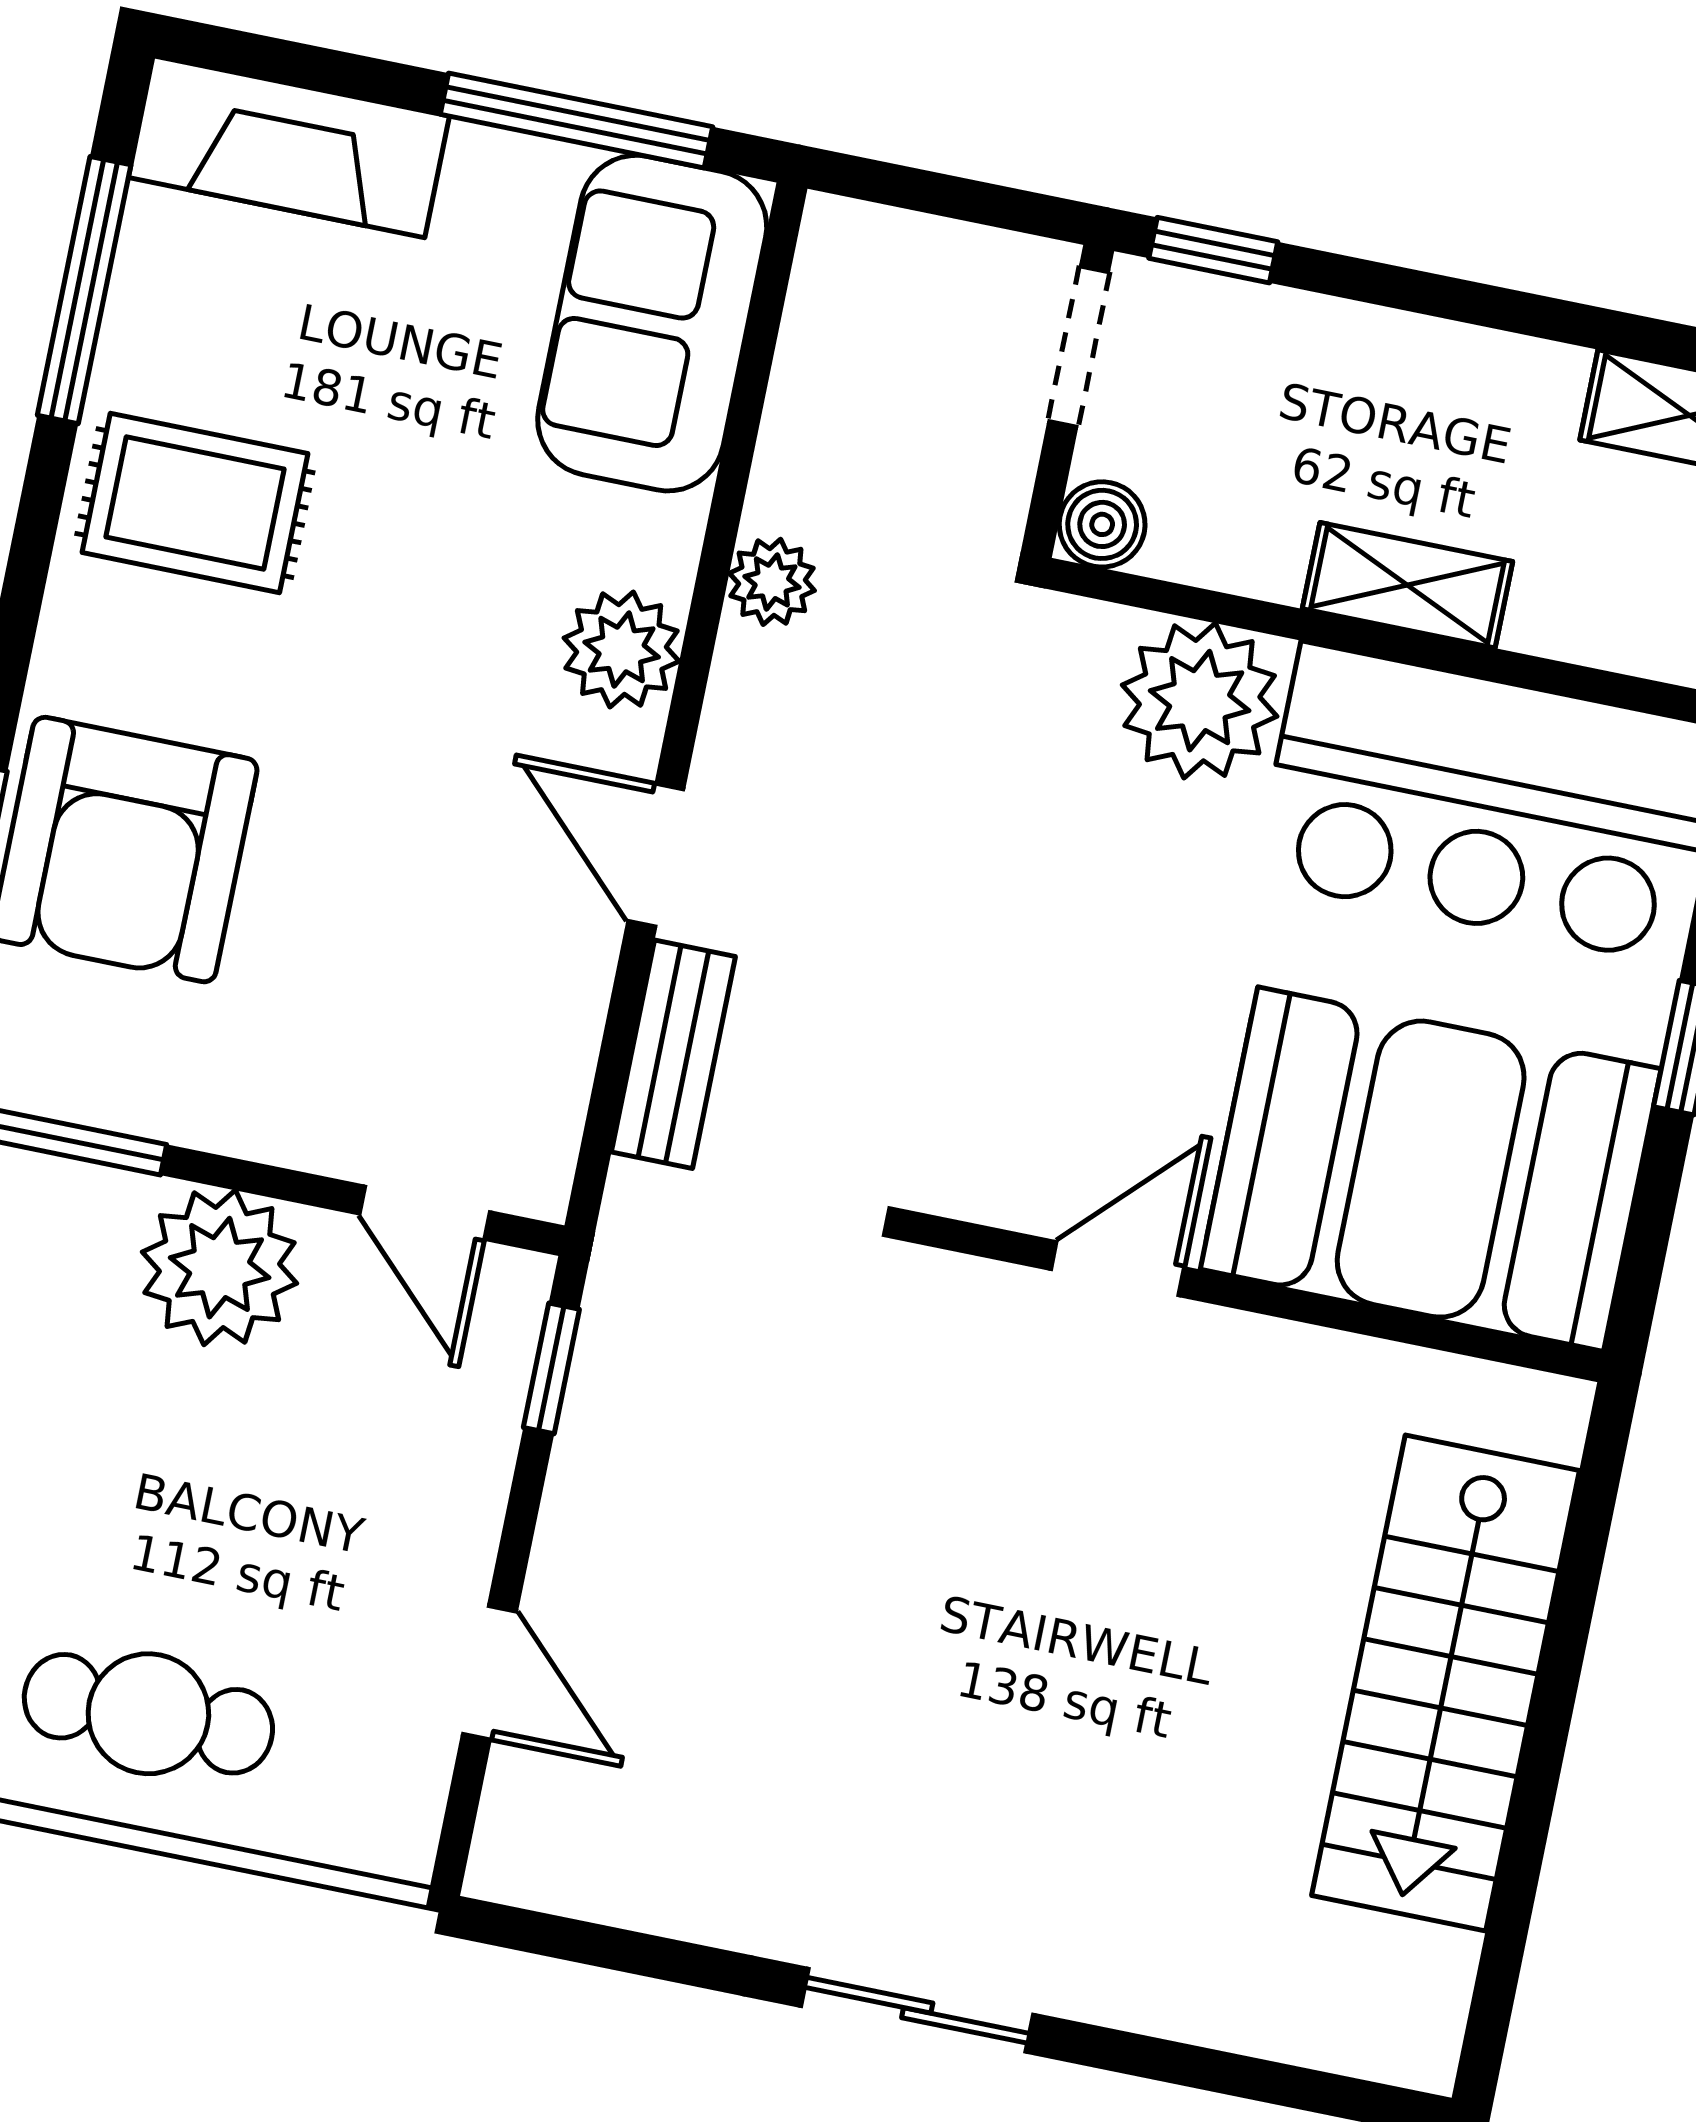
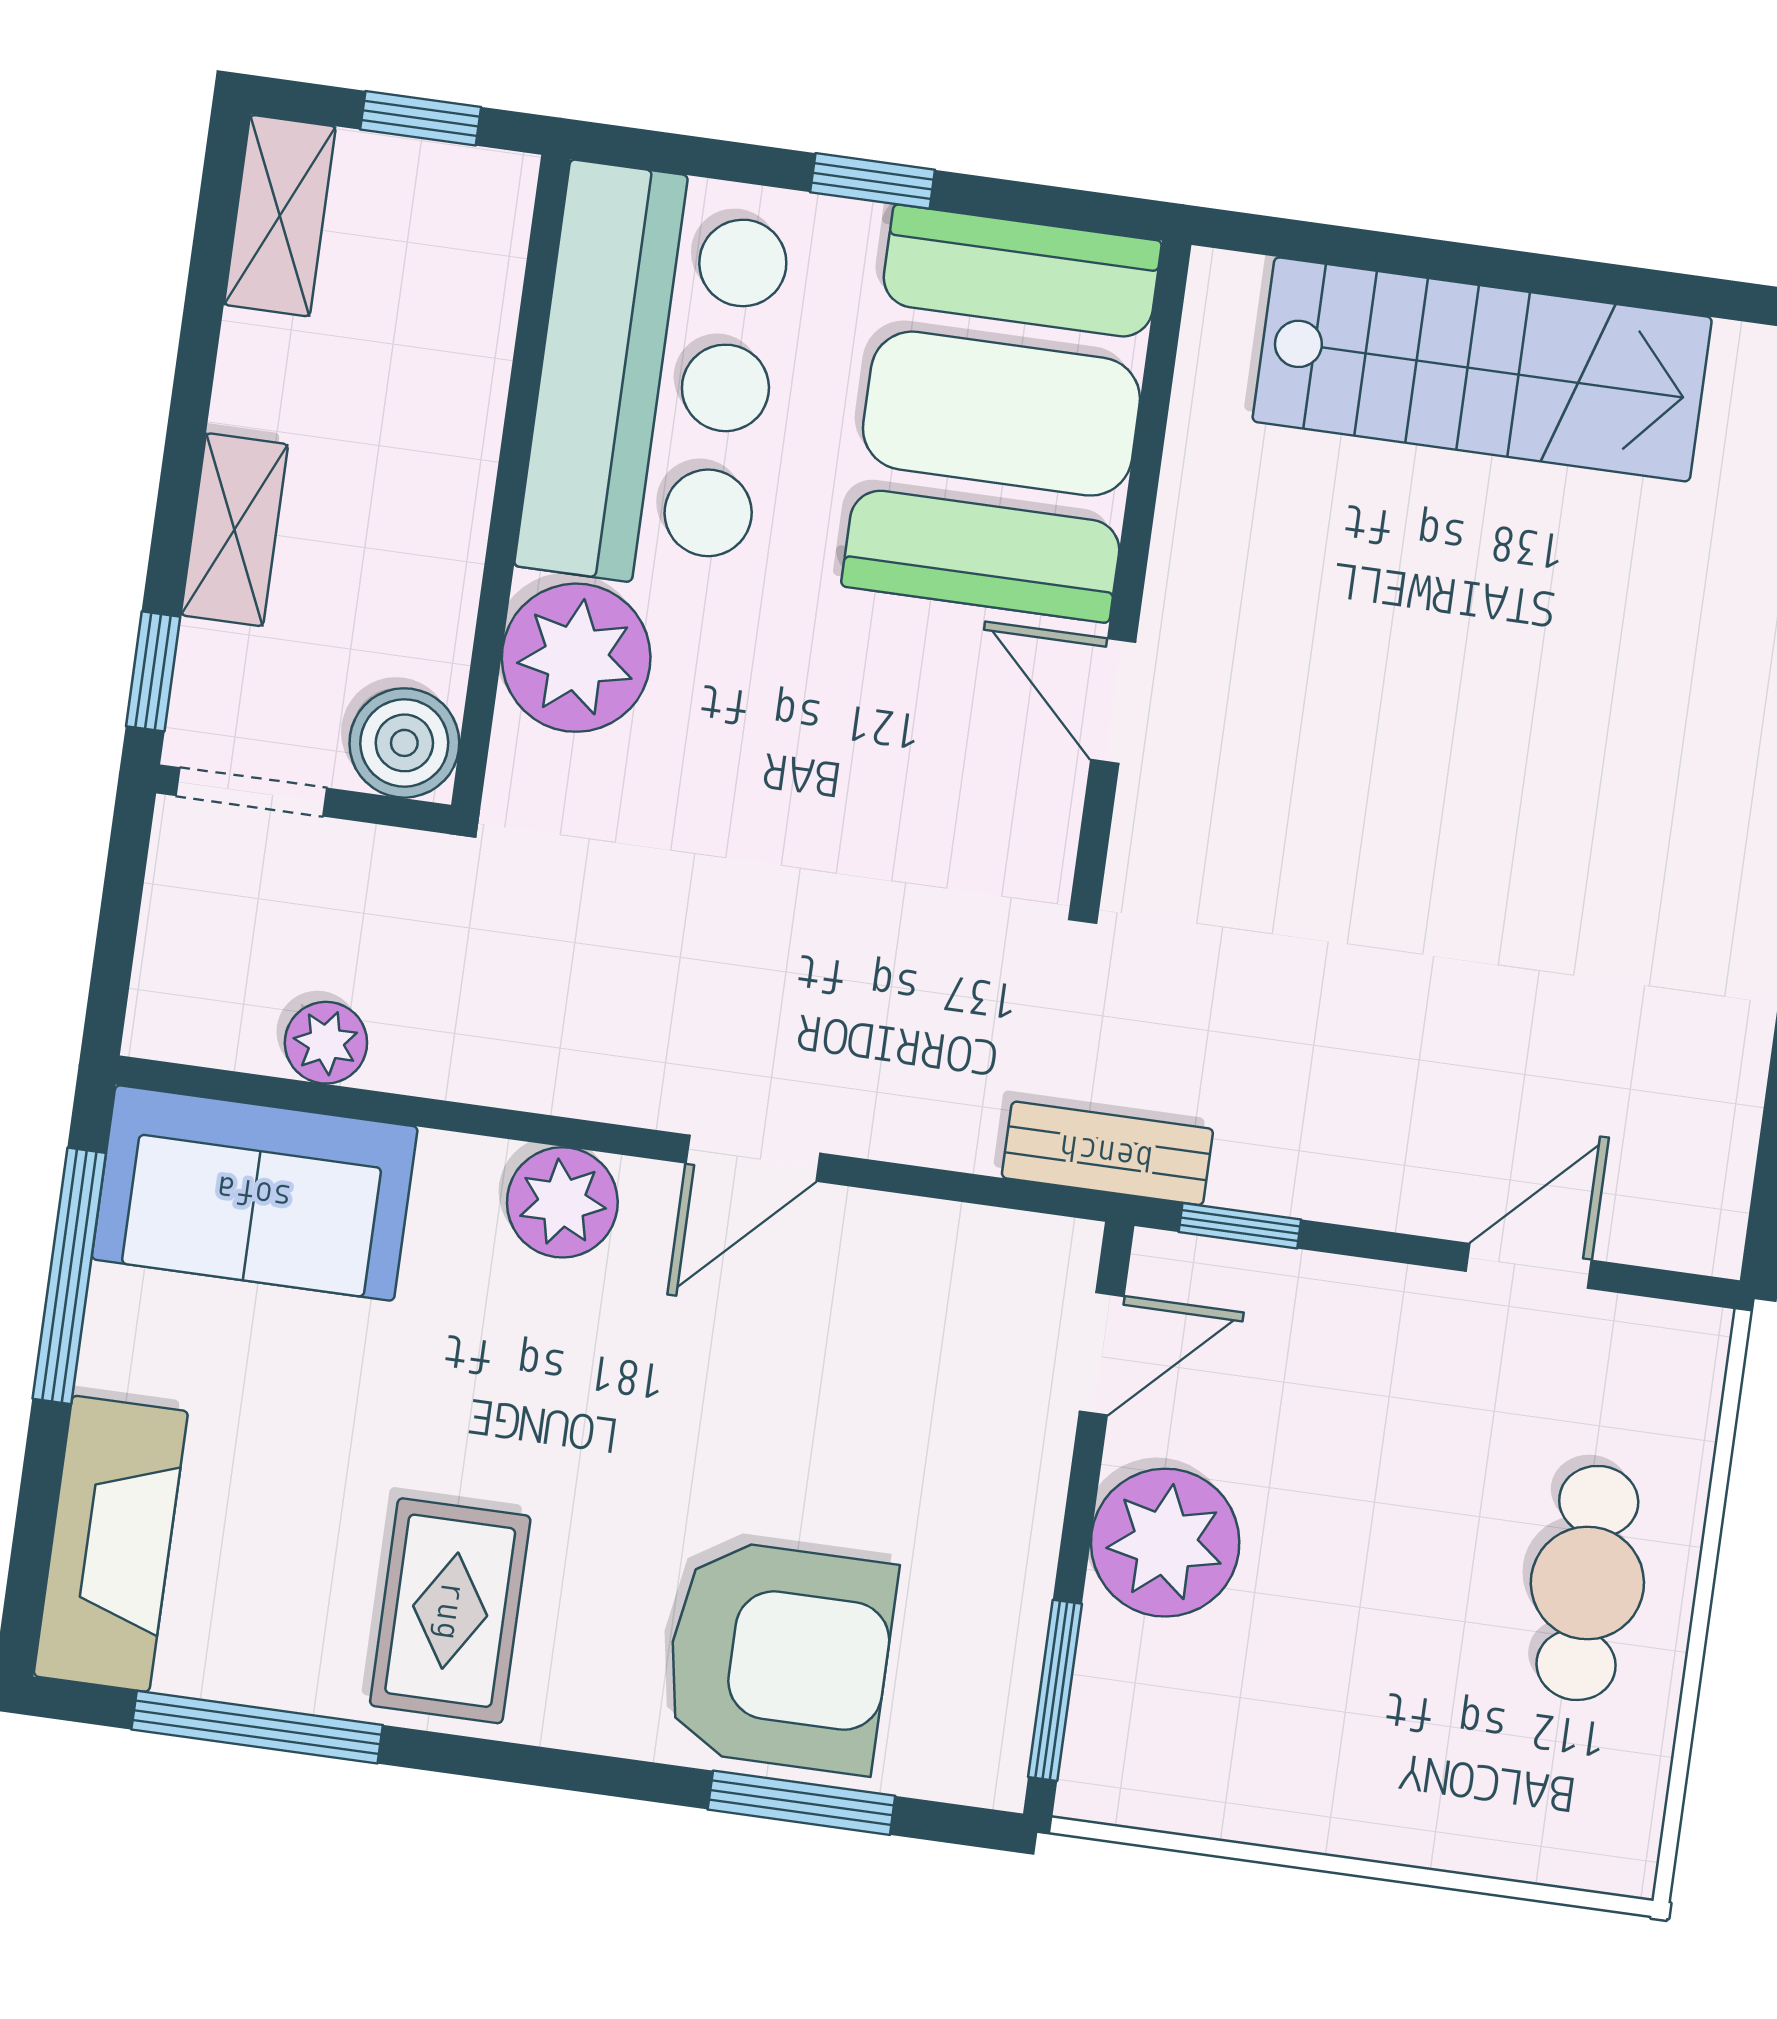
boiler: (1102, 524) -> (404, 743), width x1.36, depth x1.36
plant: (772, 582) -> (326, 1043), moved
shelving: (1408, 585) -> (234, 530), moved
bench: (673, 1054) -> (1107, 1153), moved

